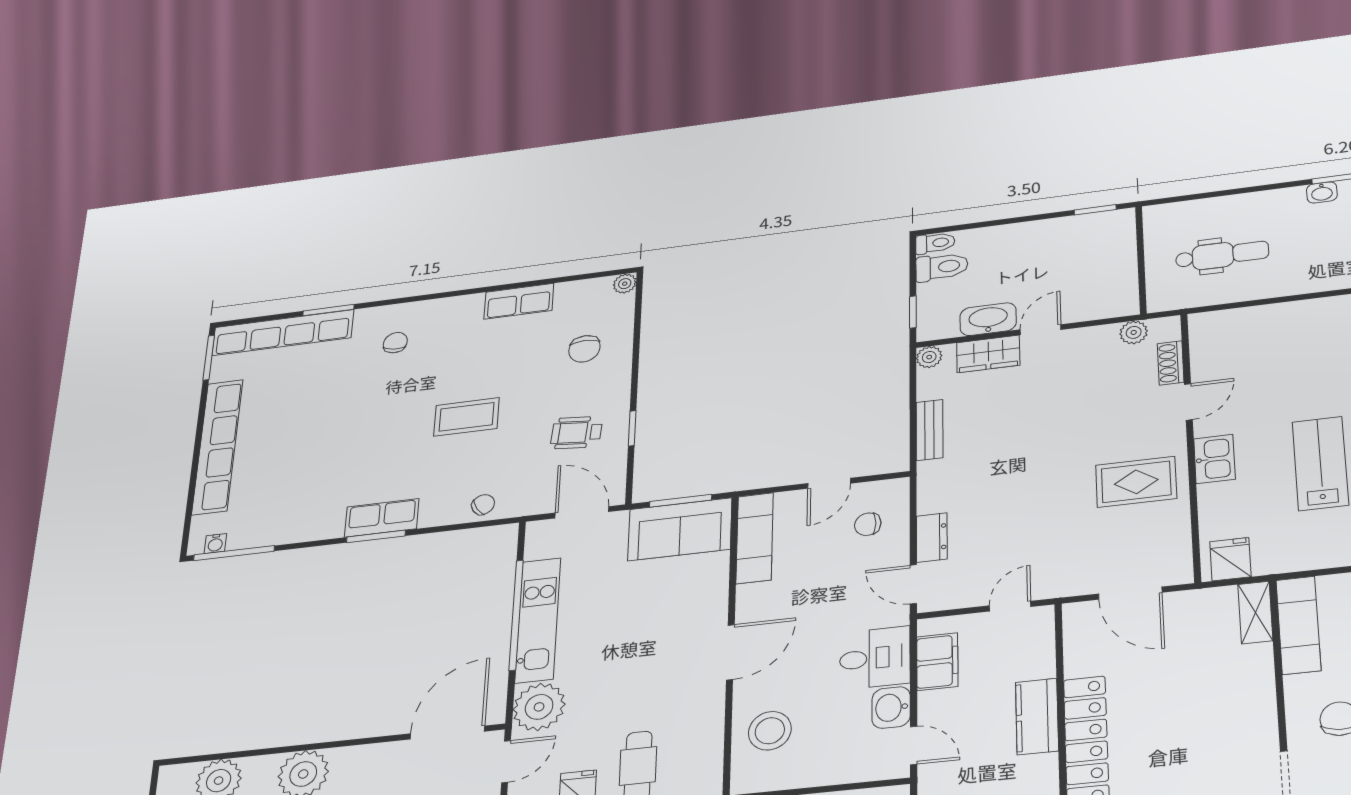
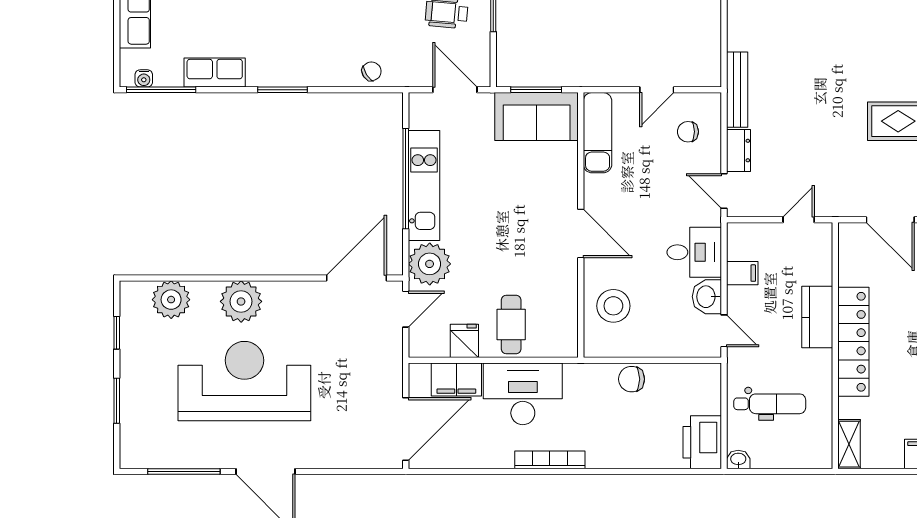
bench: (930, 430) -> (737, 90), moved, width x1.36
row of seats: (382, 518) -> (215, 73), moved
door: (730, 652) -> (581, 234), hinge flipped
filing cabinet: (937, 662) -> (742, 273), width x0.50

